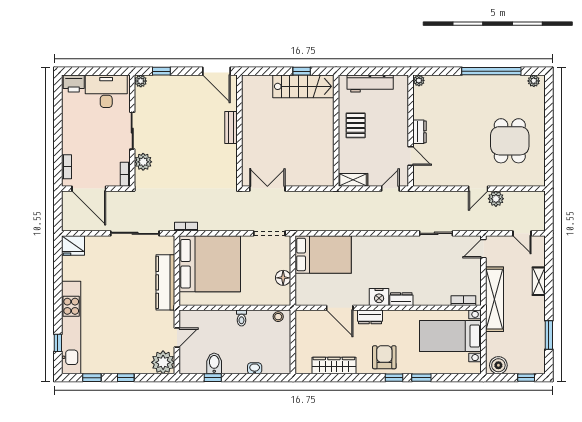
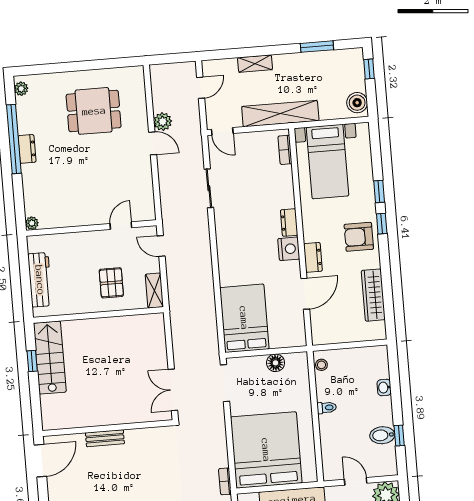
pallet: (356, 125) -> (111, 283), moved, turned 90
dresser: (419, 132) -> (27, 149), moved, turned 90

